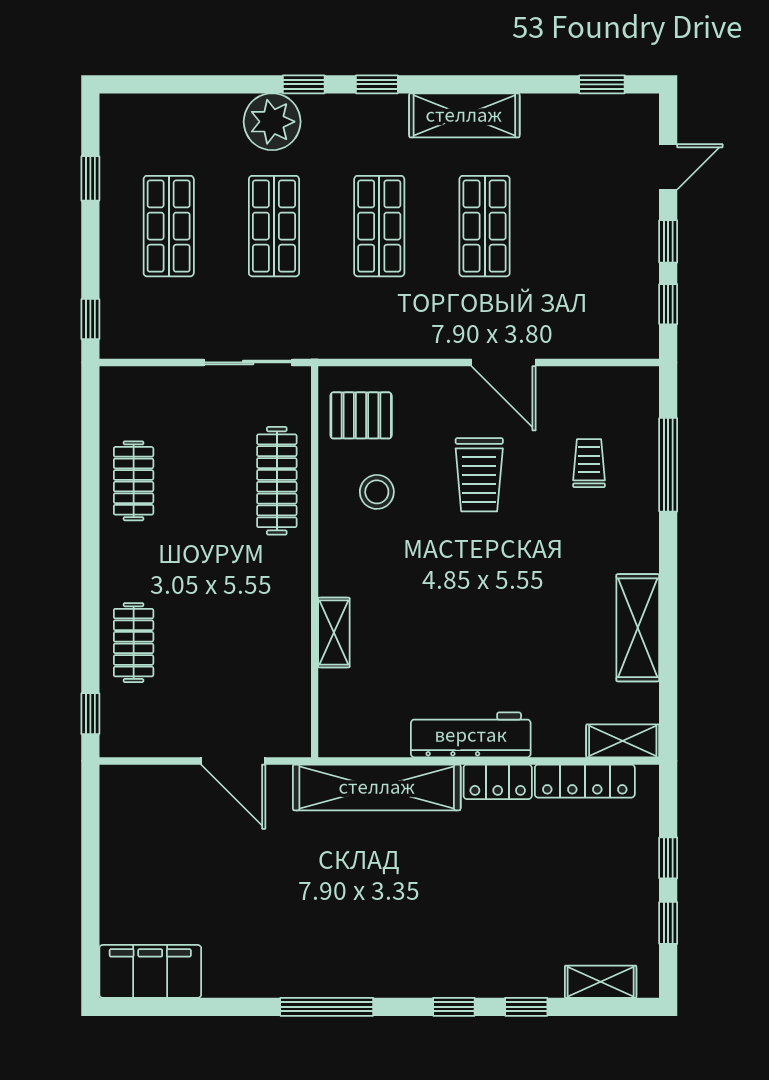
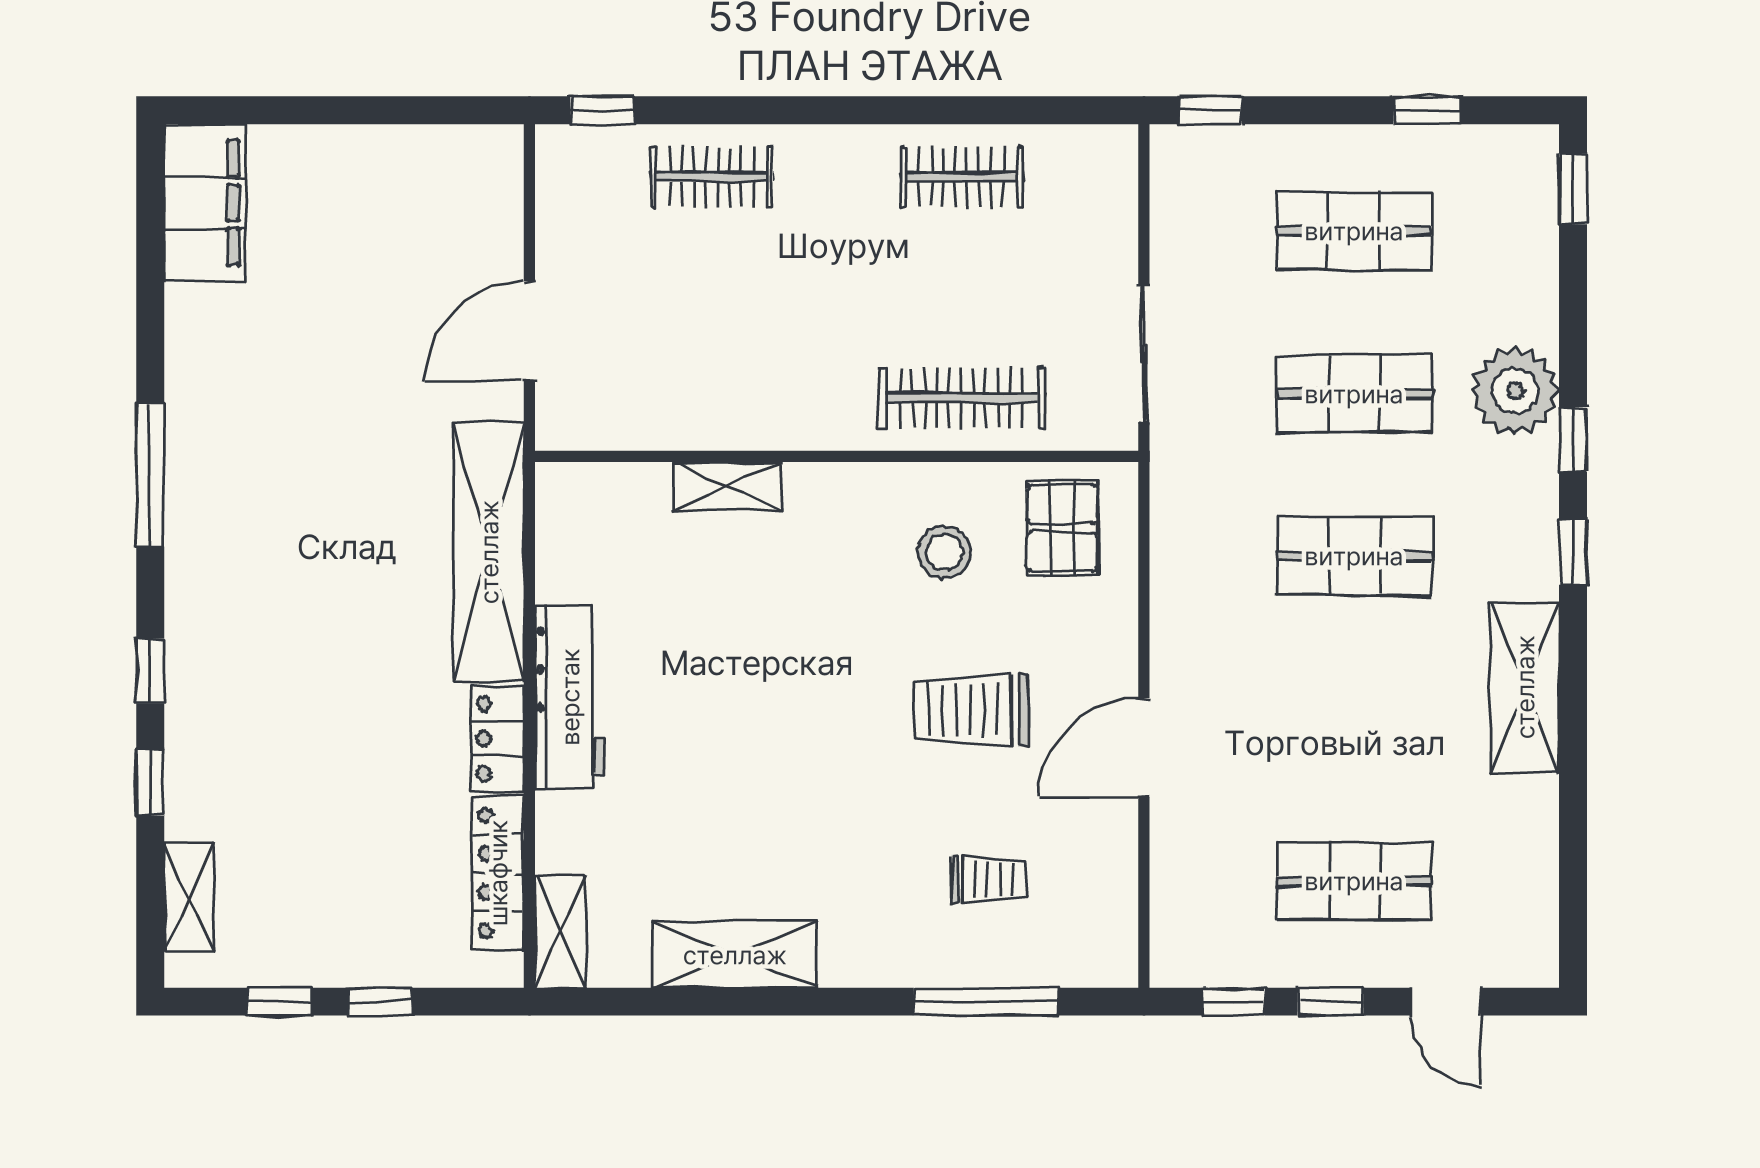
window: (602, 84) -> (1573, 189), moved
shop shelf: (485, 226) -> (1354, 881), moved

